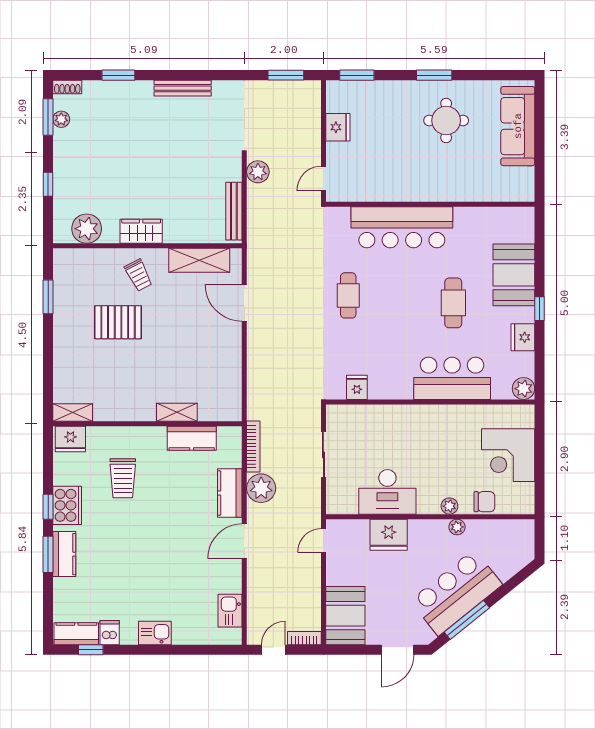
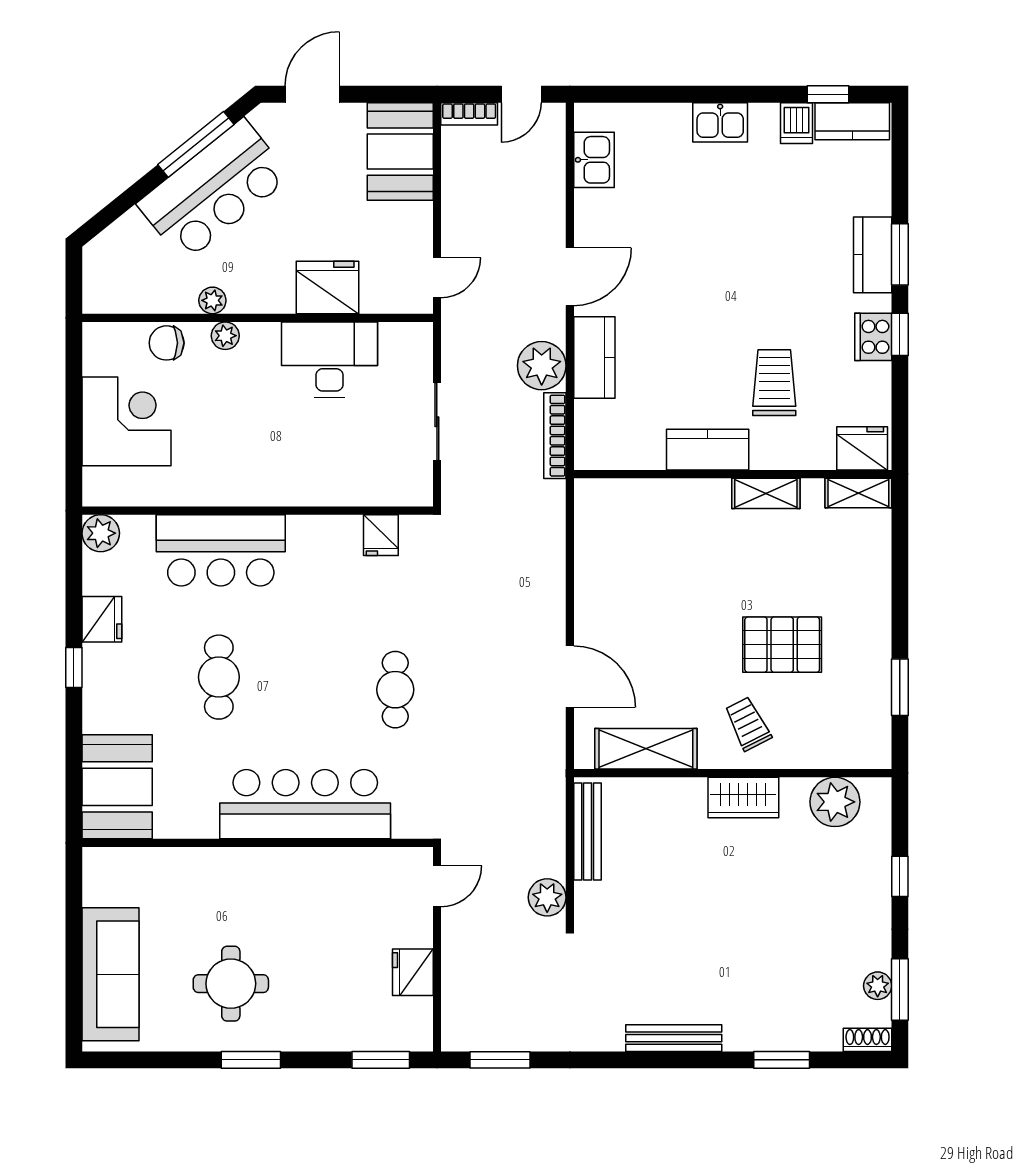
booth: (514, 275) -> (117, 787), moved
shelving: (177, 412) -> (766, 493), moved
kitchen counter: (192, 438) -> (708, 450), moved
cooker: (67, 505) -> (873, 337), width x0.73, depth x0.76

